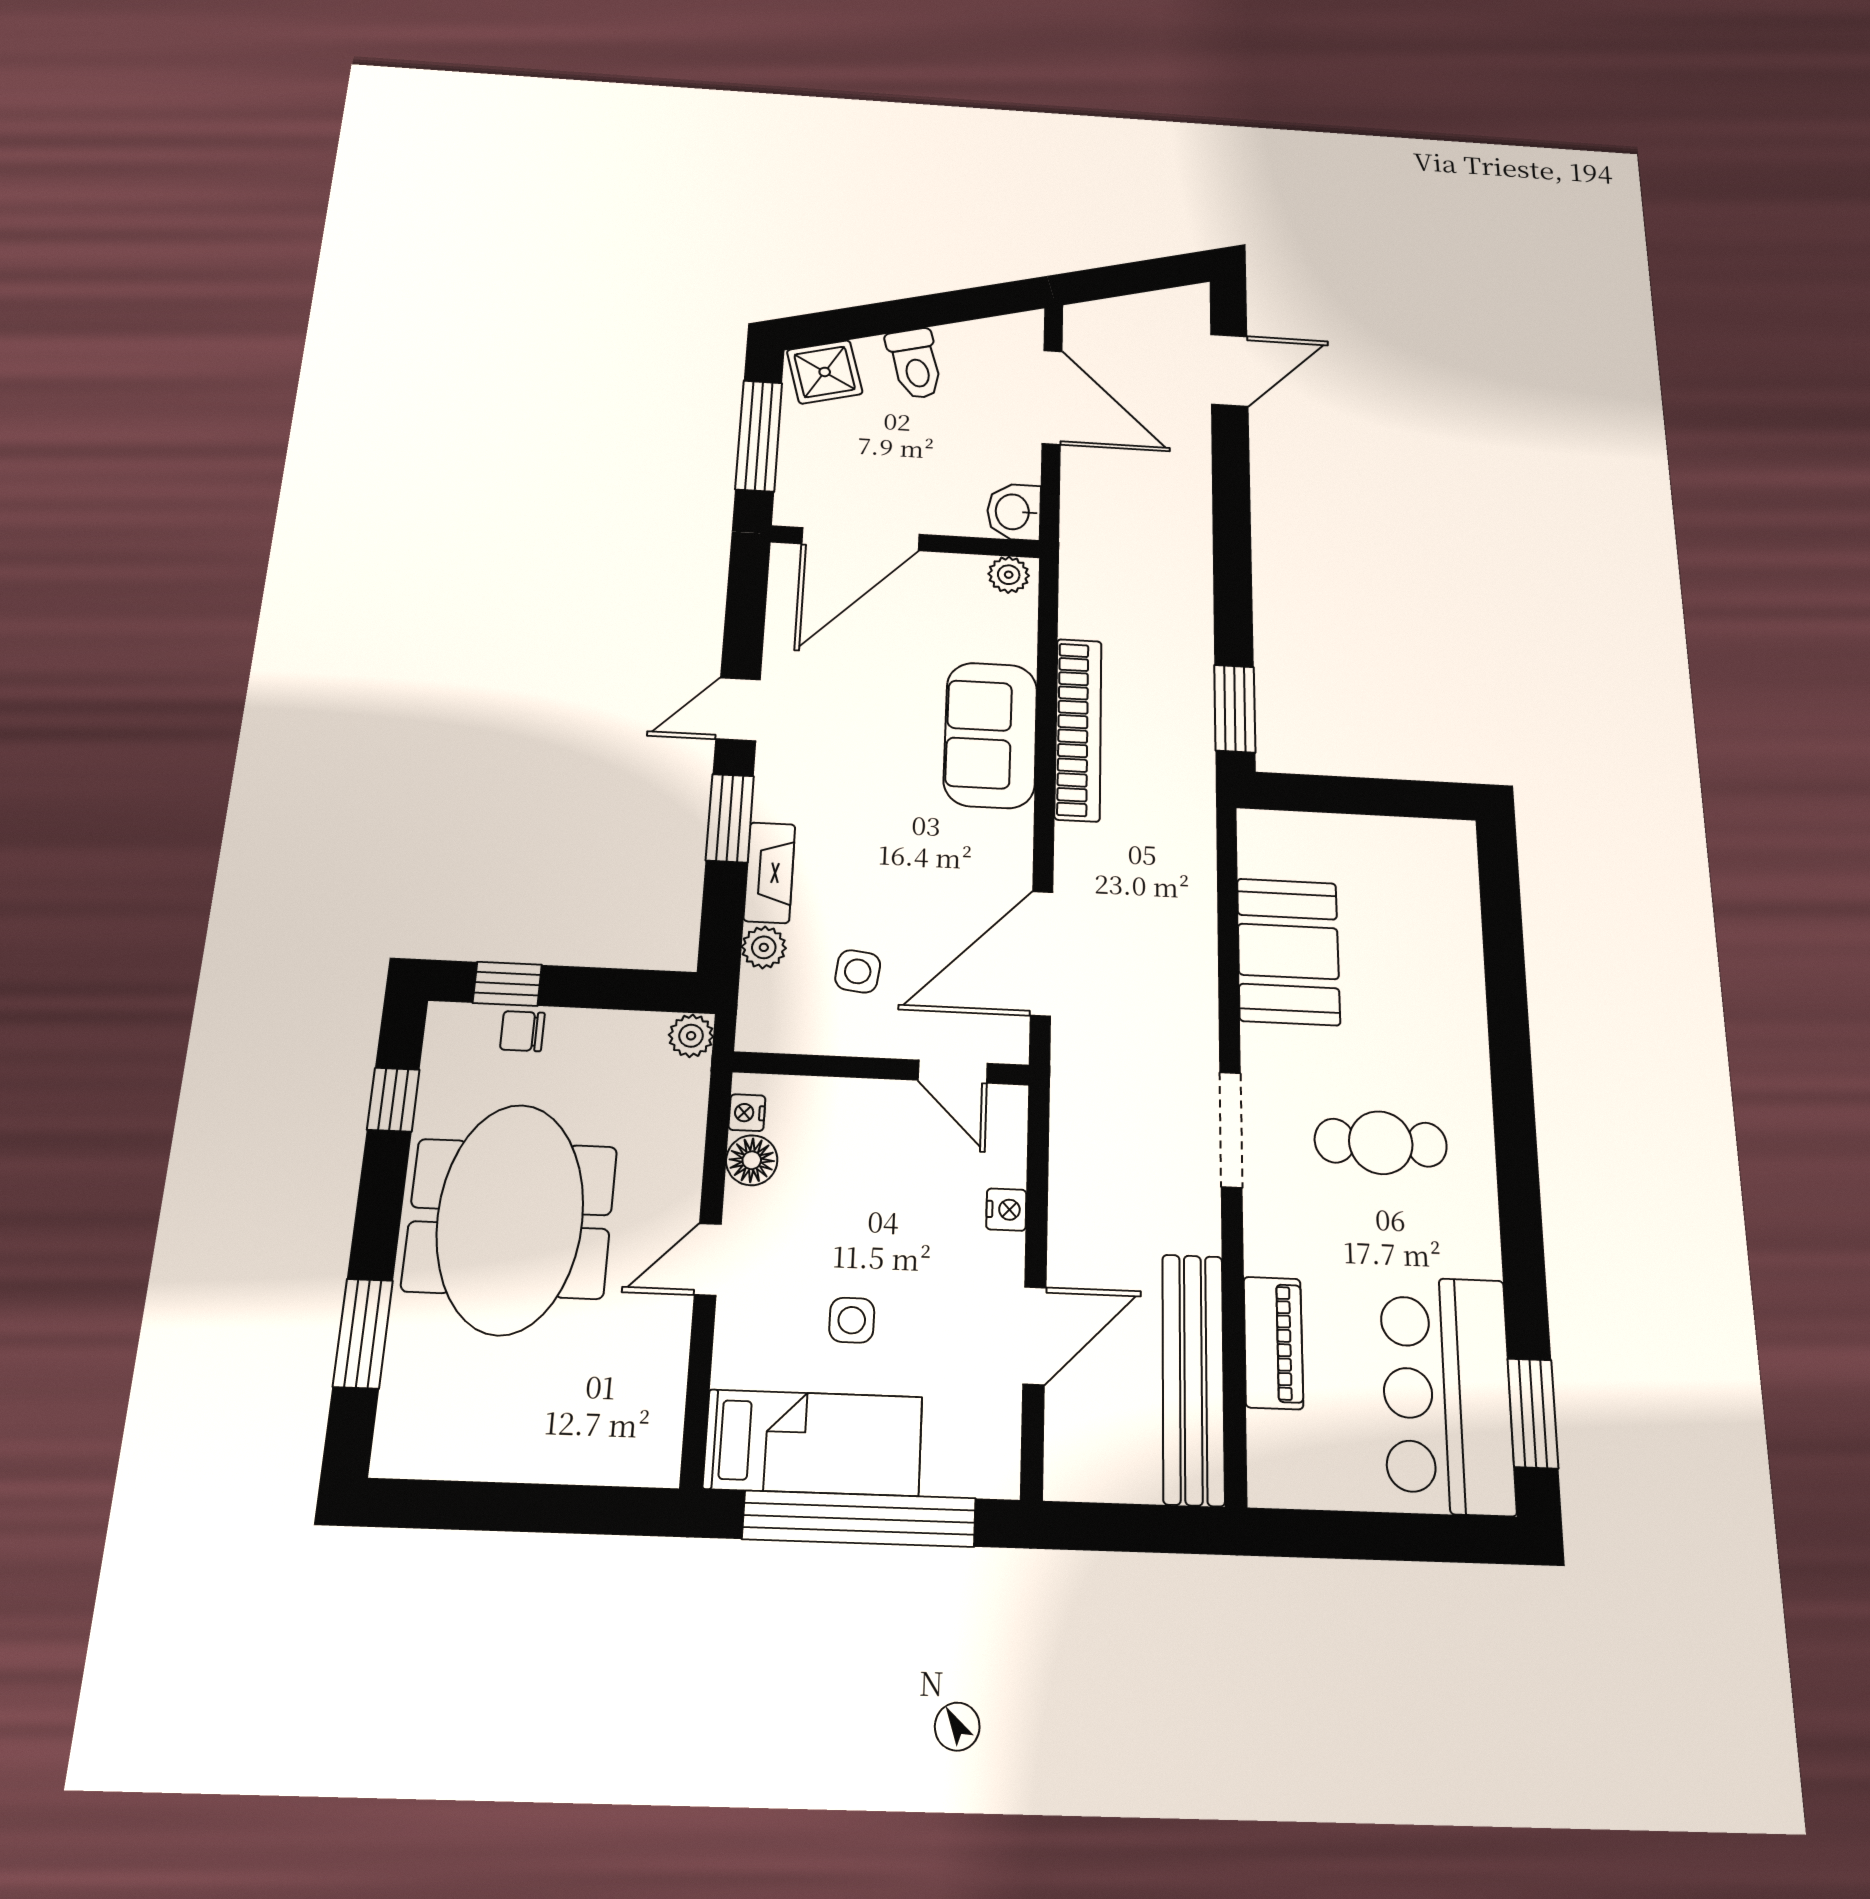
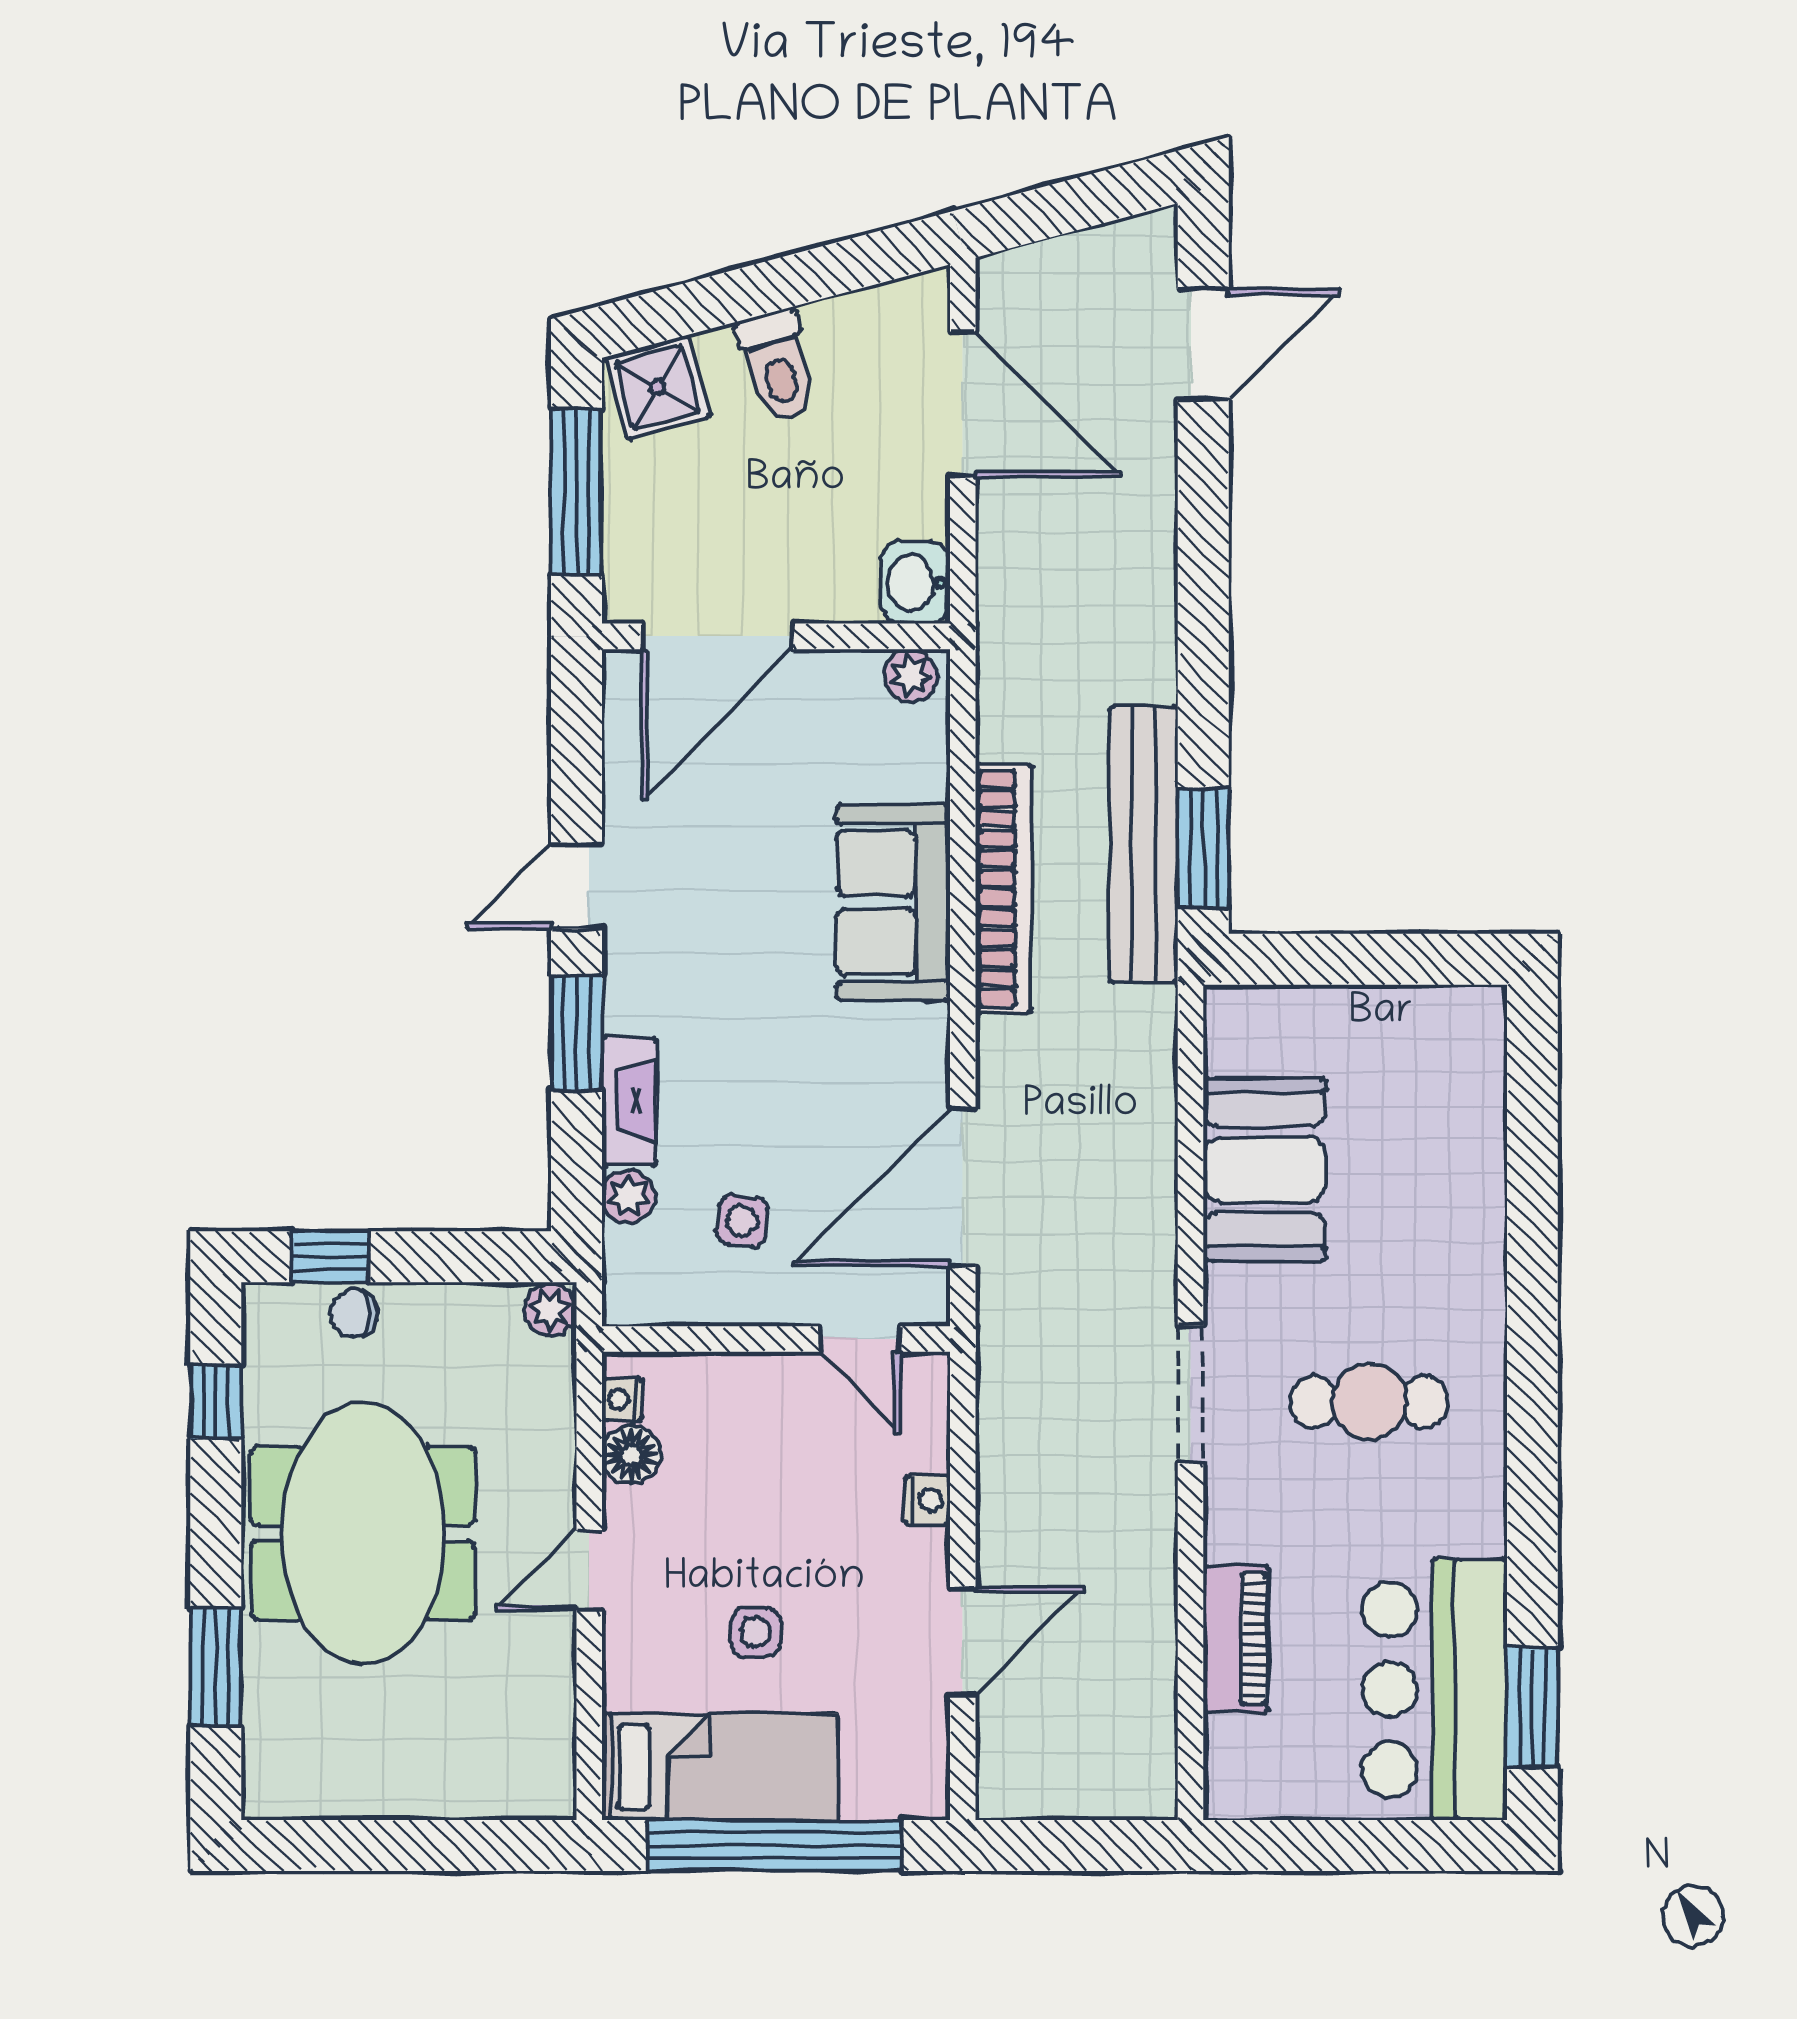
bench: (1193, 1378) -> (1144, 844), moved

